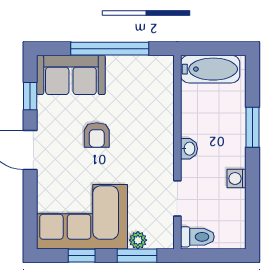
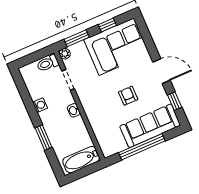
sofa: (71, 75) -> (150, 126), width x1.36
plant: (138, 240) -> (65, 54), moved

